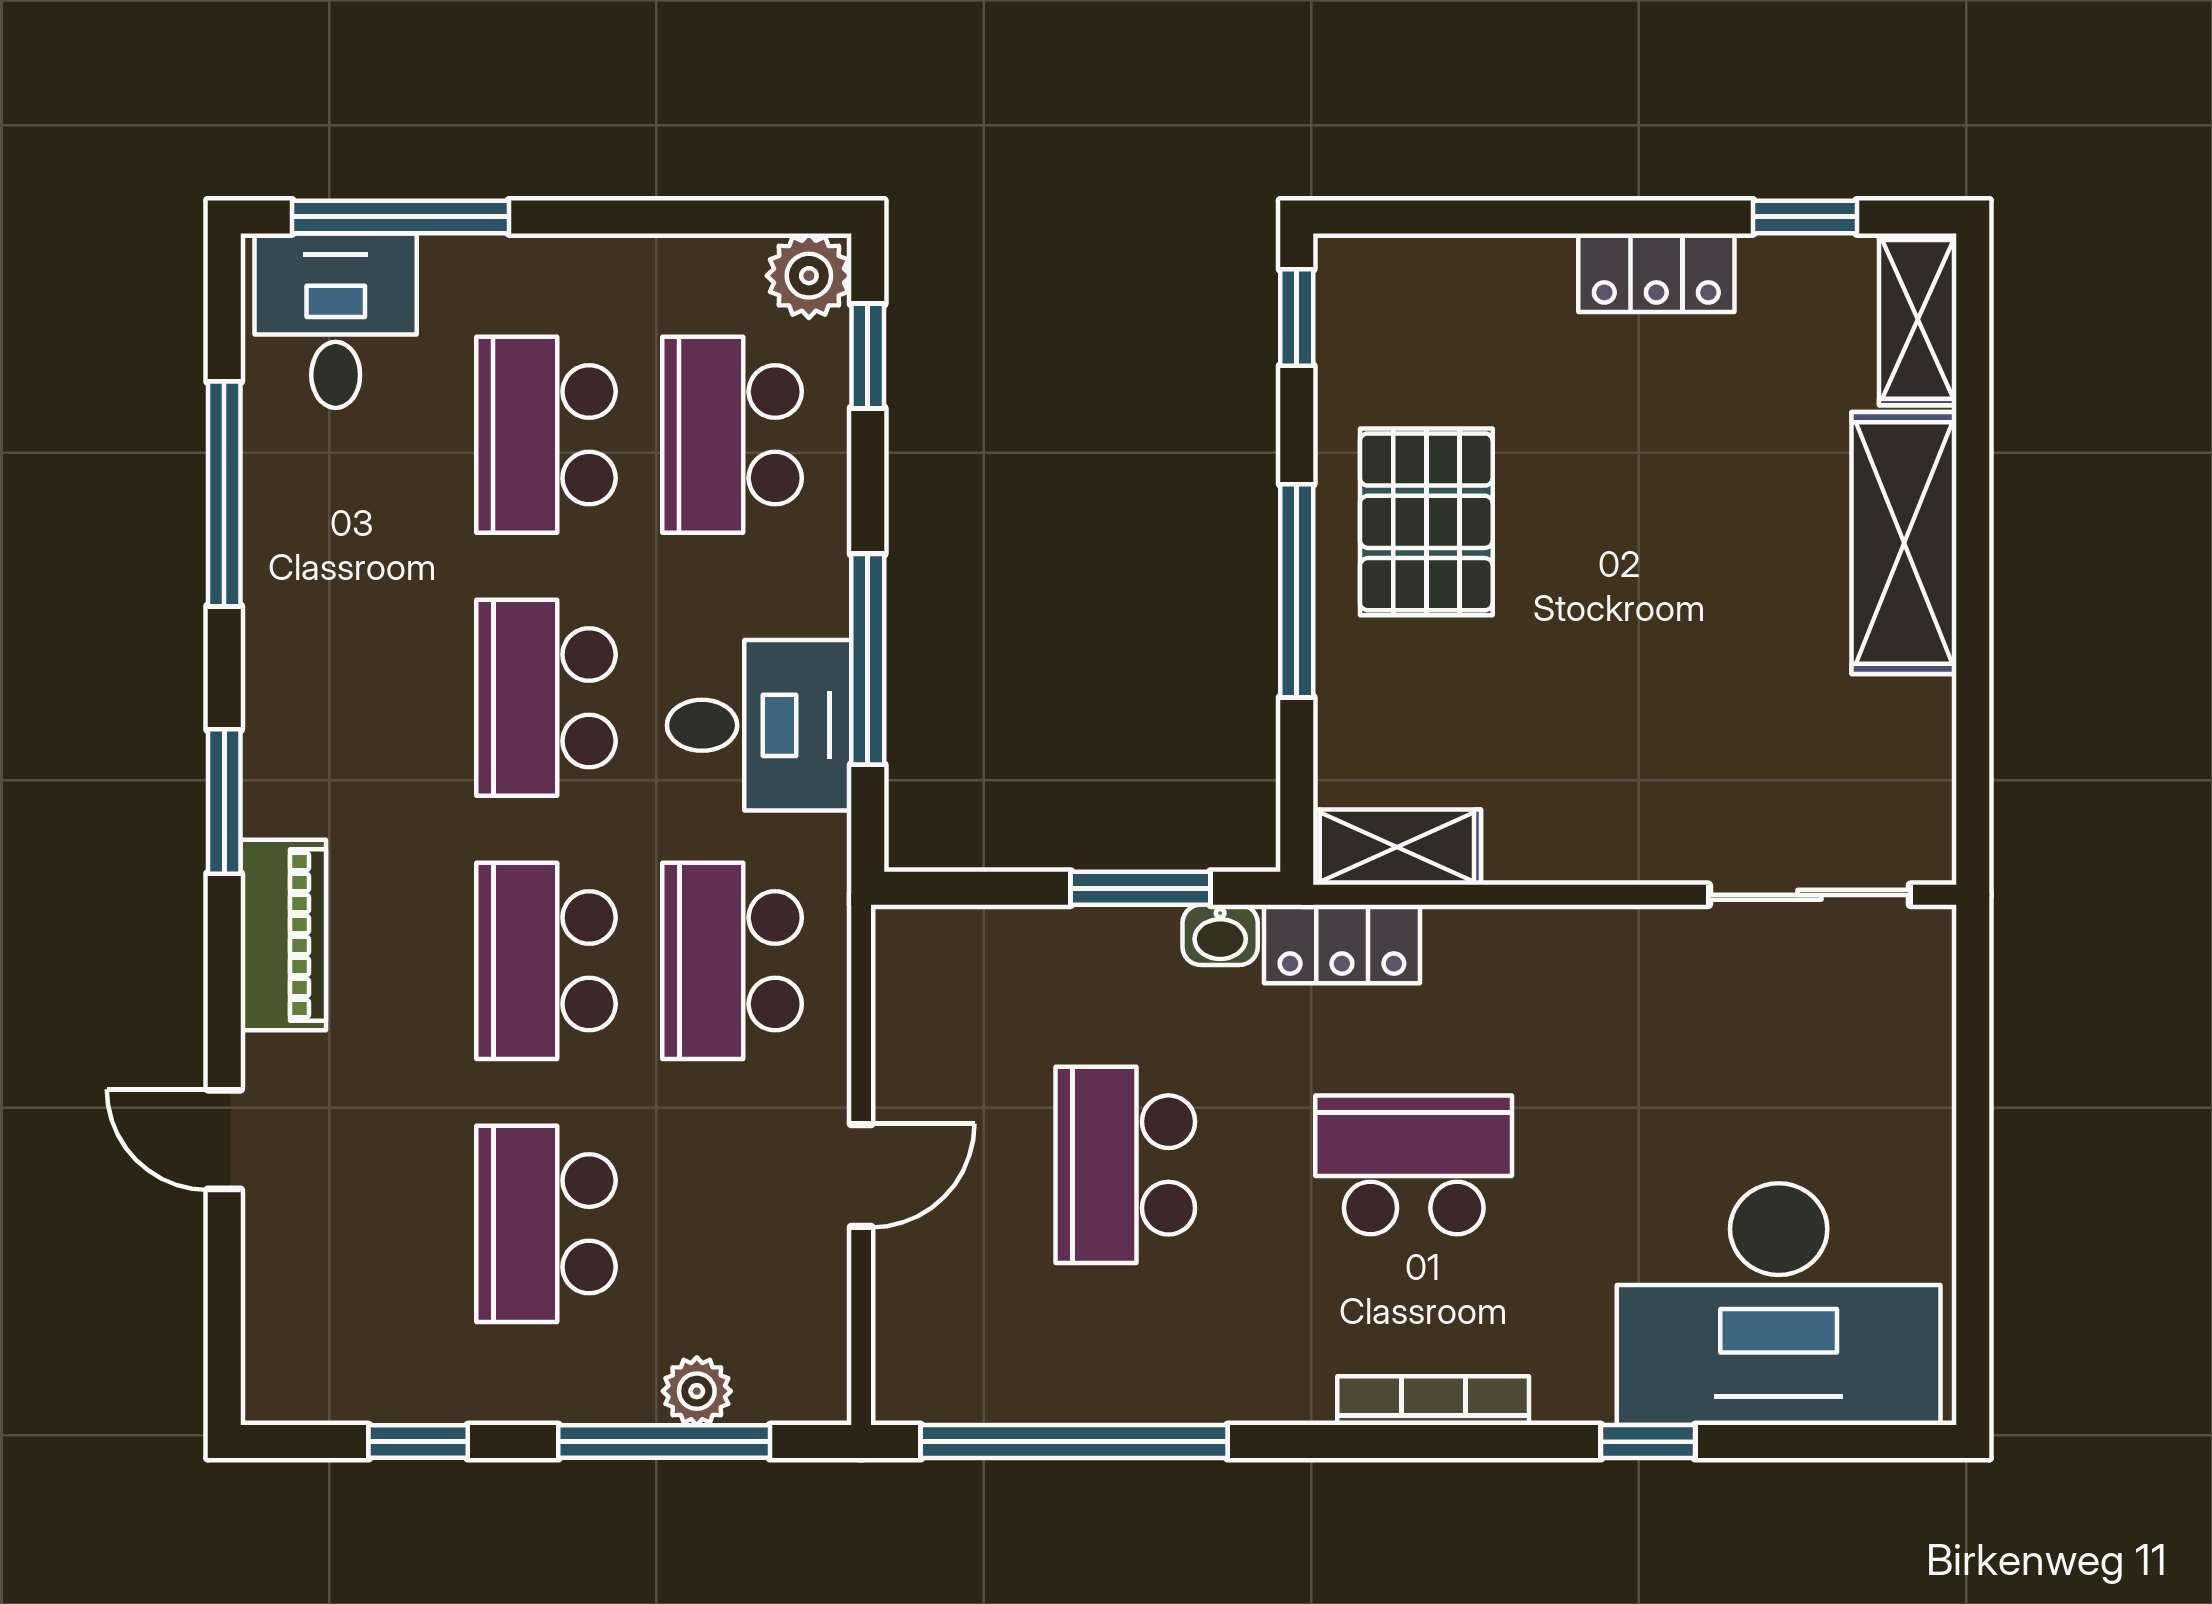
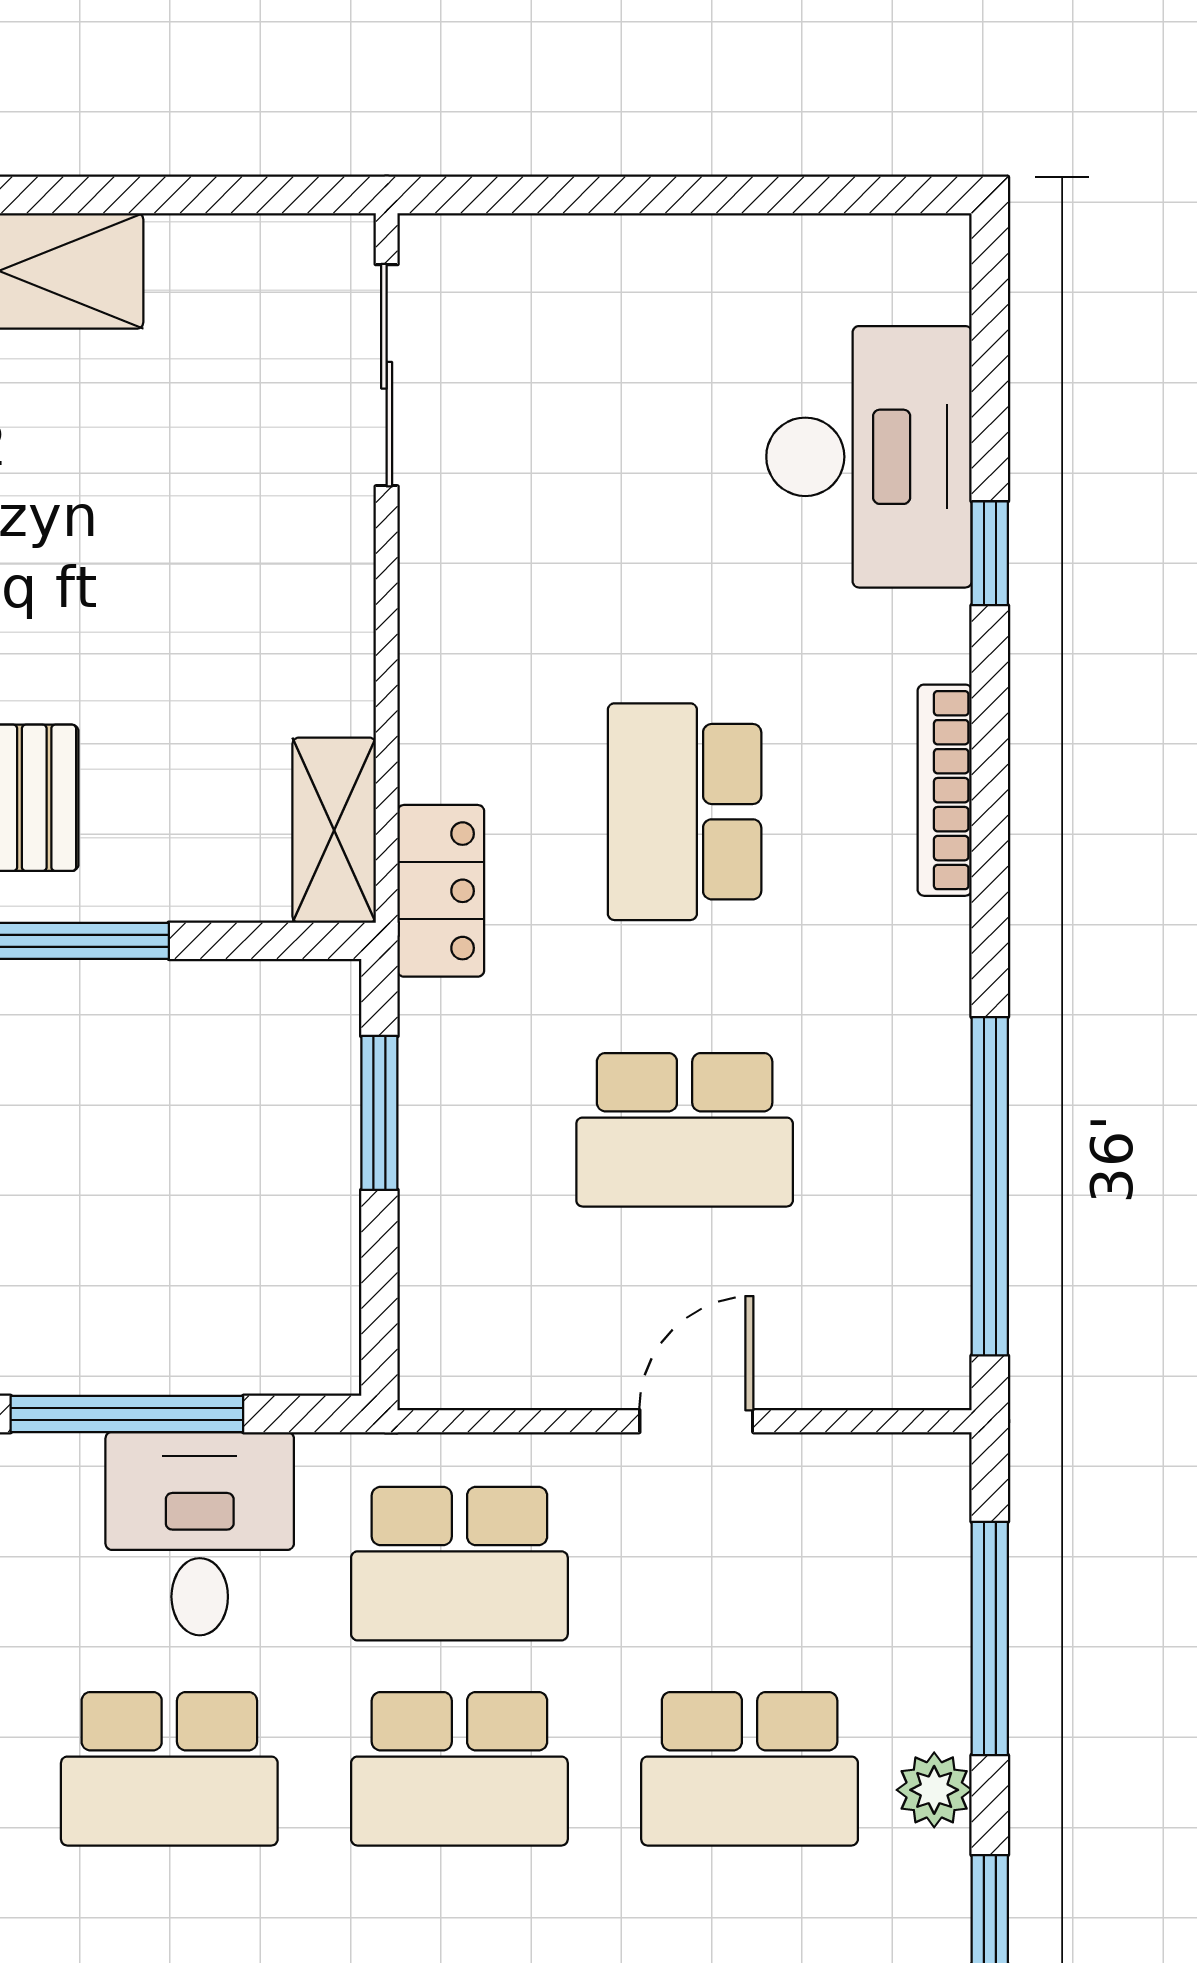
washbasin: (1220, 935) -> (431, 1025), removed
door: (861, 1176) -> (696, 1421), hinge flipped
desk: (1779, 1304) -> (869, 457), width x0.73, depth x0.77
plant: (697, 1391) -> (934, 1790), moved

